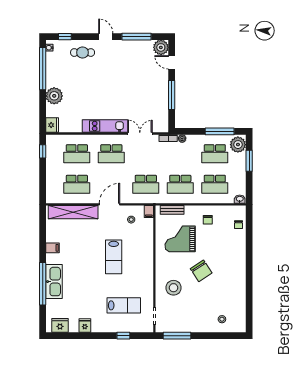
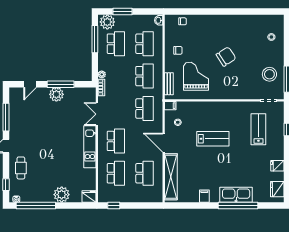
plant: (161, 47) -> (56, 94), moved
grand piano: (180, 239) -> (196, 76), turned 180
stool: (174, 288) -> (269, 74), moved

